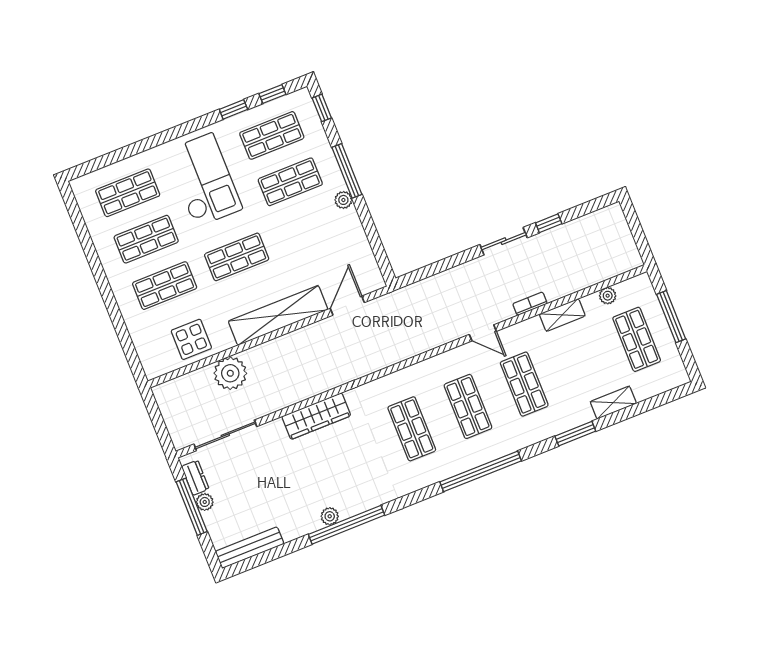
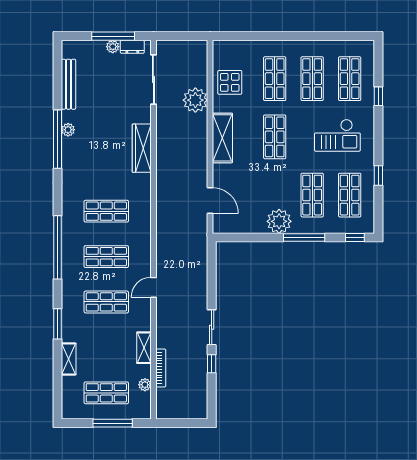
window: (272, 94) -> (378, 96), moved
checkout: (204, 180) -> (337, 135), width x0.73, depth x0.83
plant: (343, 200) -> (279, 221), width x1.87, depth x1.87
bookcase: (530, 304) -> (161, 368), moved, width x1.56
shelving: (278, 315) -> (222, 138), width x0.68
bench: (250, 548) -> (68, 84), moved

